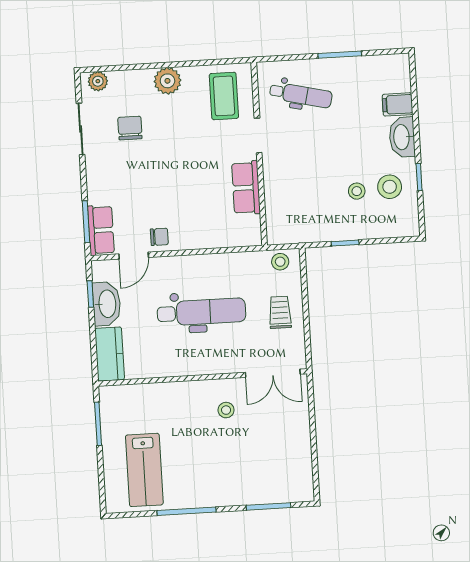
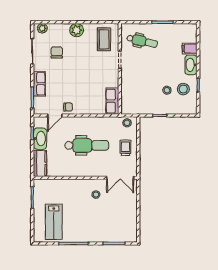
row of seats: (246, 188) -> (112, 101), moved
row of seats: (101, 230) -> (39, 84), moved

